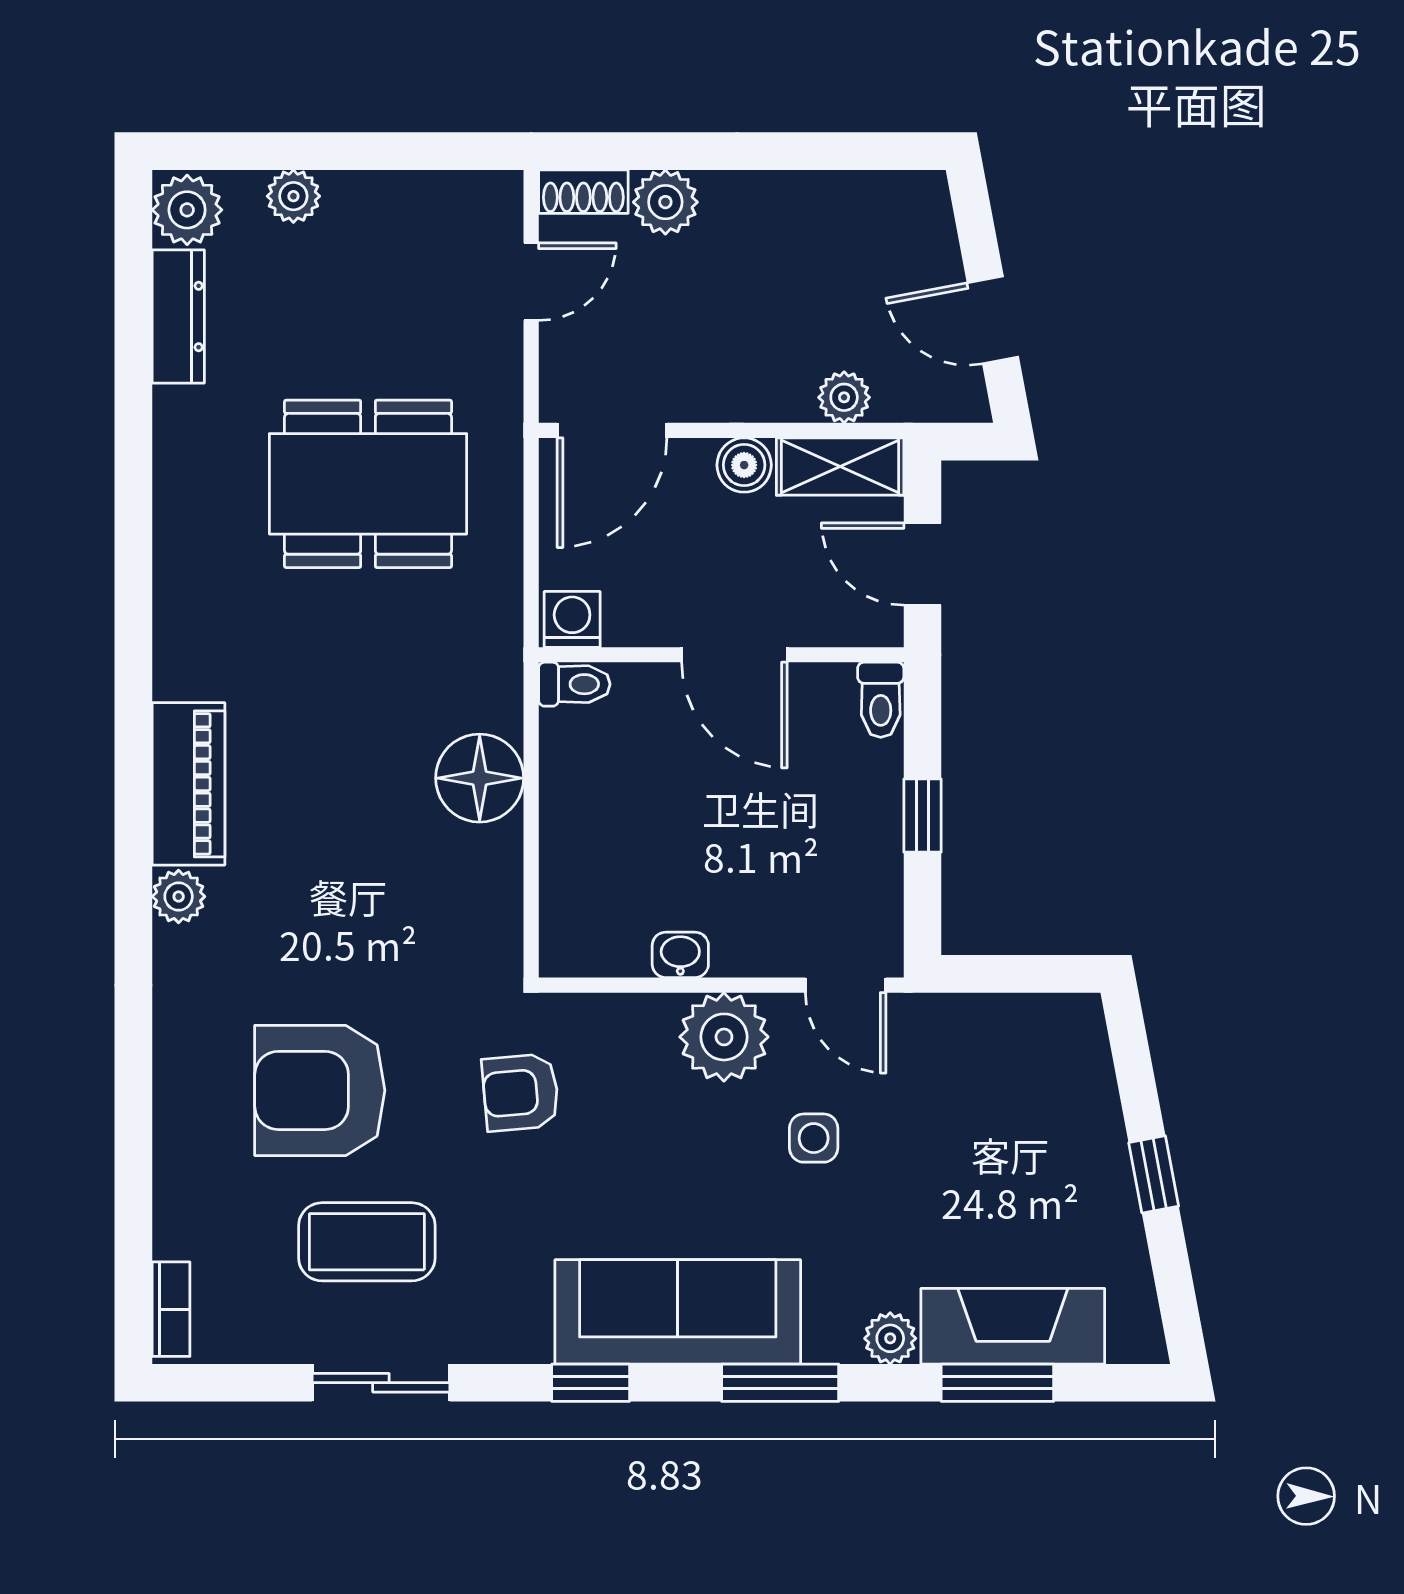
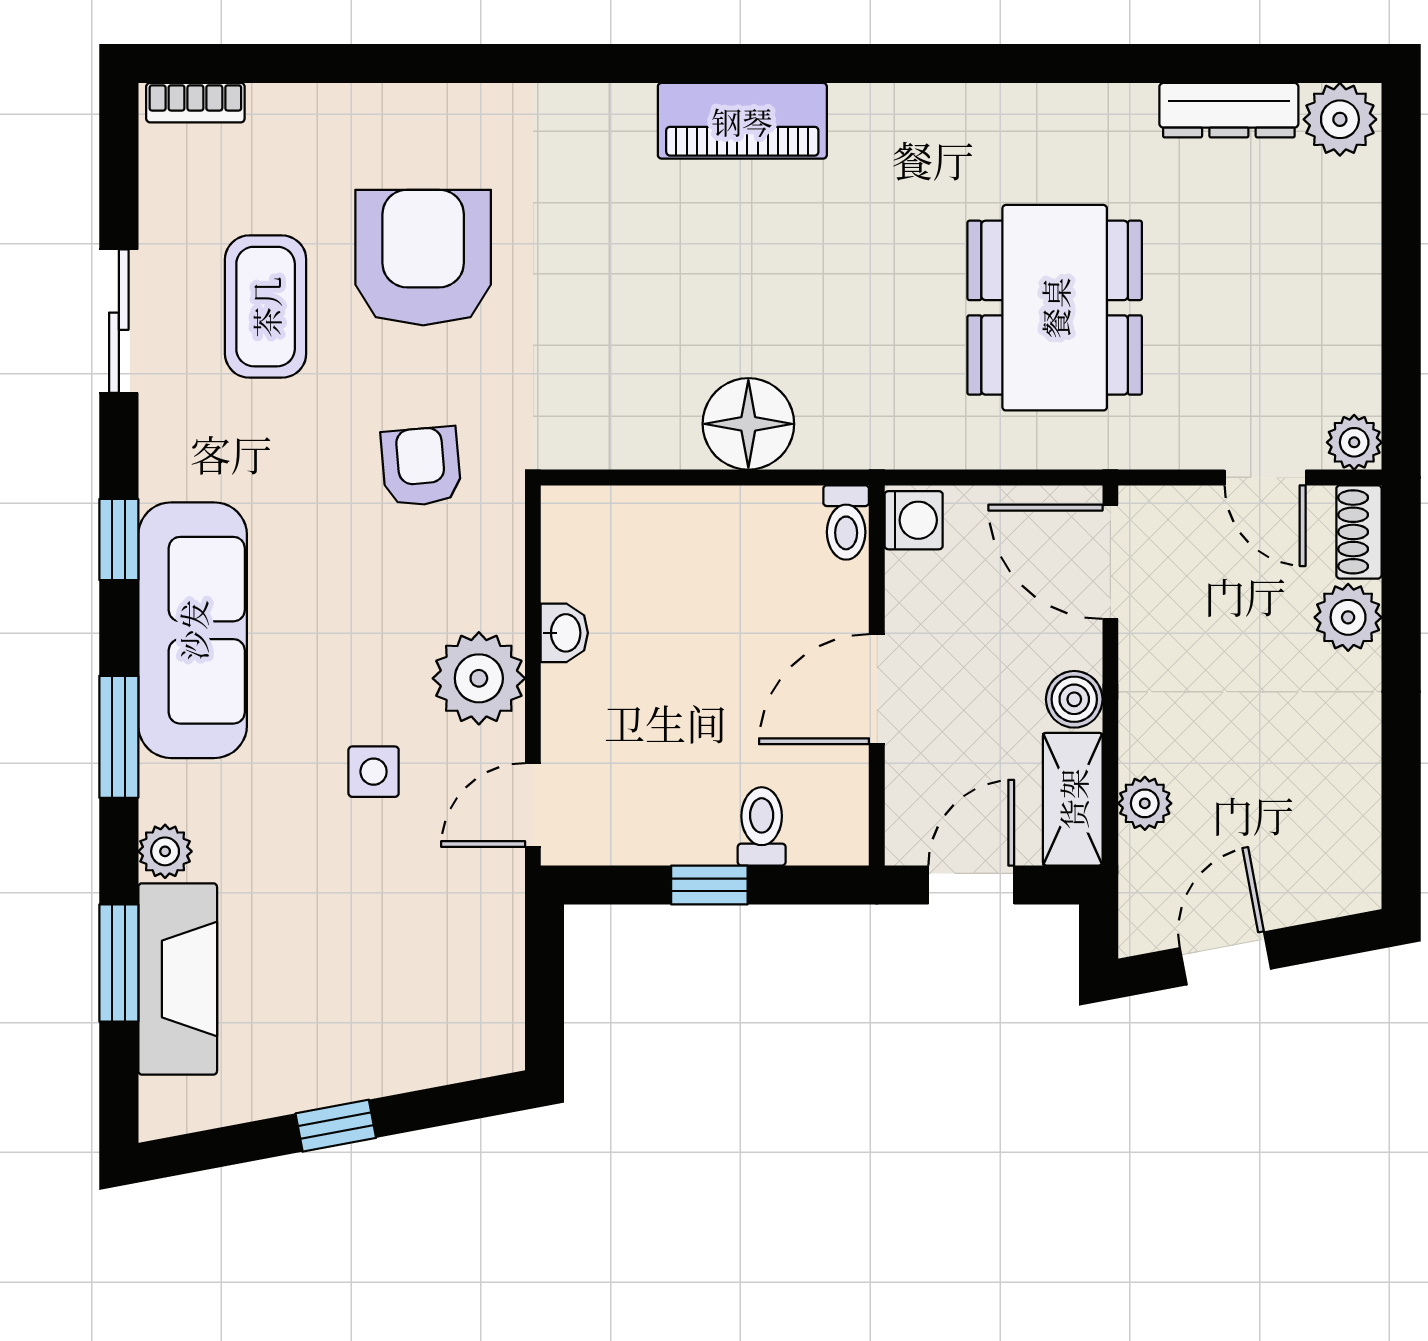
plant: (293, 196) -> (1354, 442), moved
toilet: (881, 700) -> (762, 826), moved, turned 90
plant: (179, 896) -> (625, 110), removed

